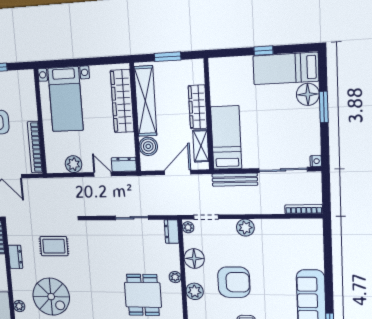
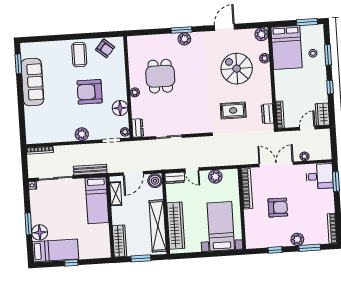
wardrobe: (198, 107) -> (119, 241), moved
boiler: (148, 146) -> (155, 181), moved
dresser: (15, 257) -> (267, 114), moved
plant: (195, 291) -> (120, 82), removed

